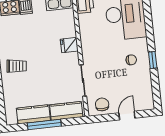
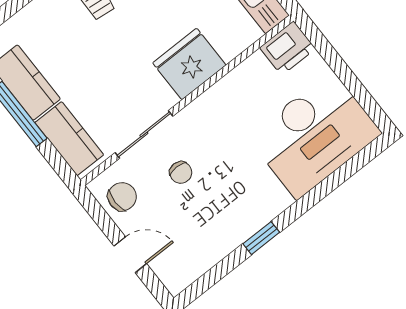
fridge: (69, 45) -> (189, 64), width x1.88, depth x1.34
chair: (131, 60) -> (181, 172), moved

